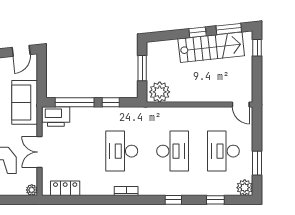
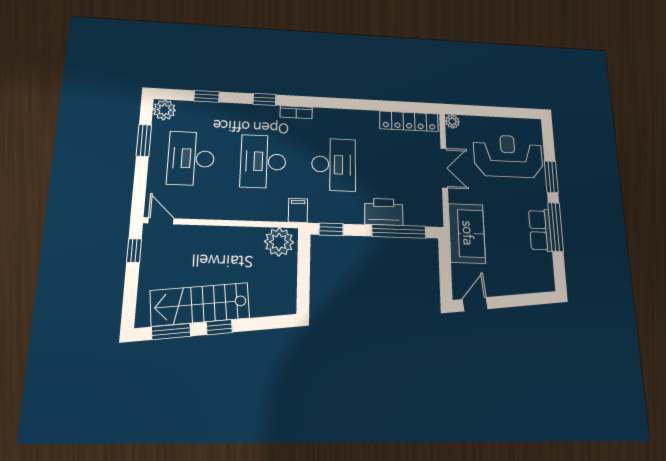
window: (257, 48) -> (134, 251), moved
window: (142, 68) -> (303, 276), removed
window: (111, 102) -> (331, 229), moved
filing cabinet: (147, 115) -> (298, 210), added
printer: (56, 116) -> (384, 212), moved
desk: (223, 151) -> (191, 158), turned 180
locker: (65, 188) -> (409, 121), width x1.53
bookcase: (126, 191) -> (296, 112), moved

